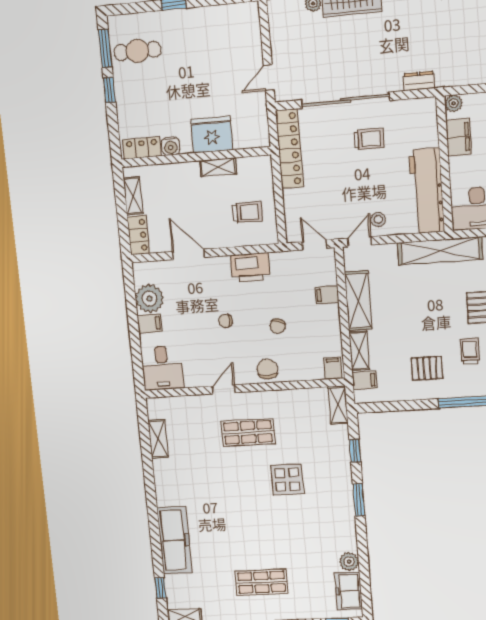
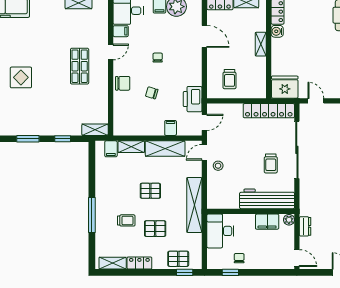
dresser: (419, 81) -> (305, 226), moved
fridge: (212, 135) -> (285, 87), moved, turned -90
shelving: (218, 167) -> (261, 44), moved
workbench: (427, 191) -> (267, 199), moved
door: (360, 242) -> (204, 152), swing flipped
door: (188, 254) -> (204, 36), hinge flipped
printer: (250, 267) -> (193, 99), moved
filing cabinet: (333, 368) -> (121, 31), moved
pallet: (427, 368) -> (150, 191), moved, turned 90
door: (224, 389) -> (111, 52), hinge flipped
display table: (287, 480) -> (21, 77), moved

